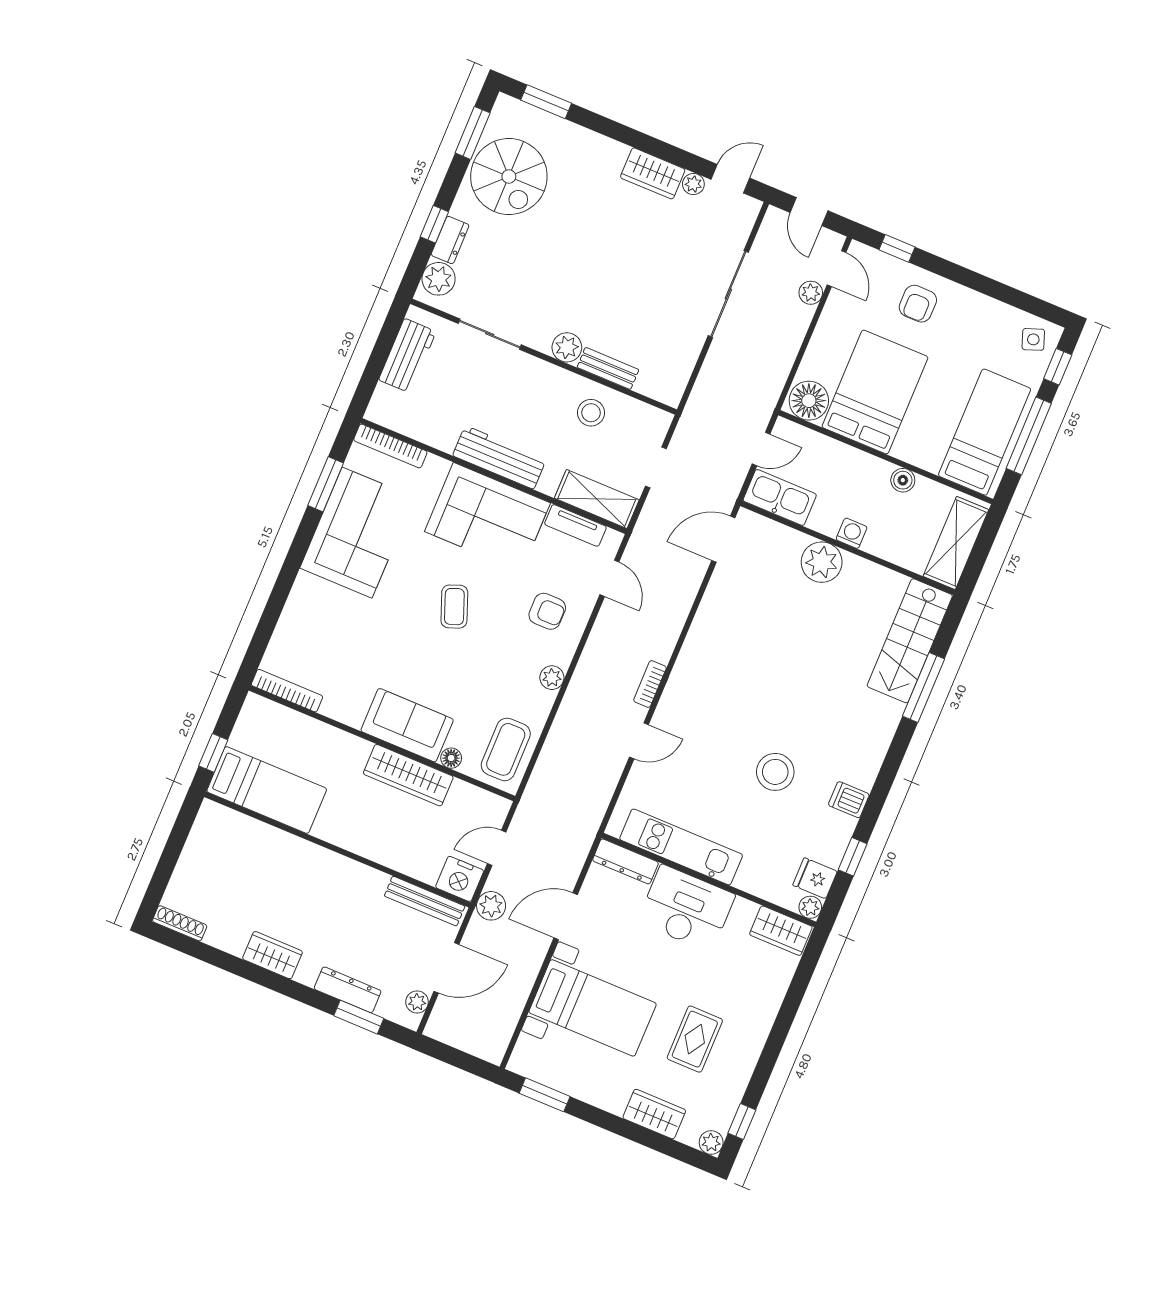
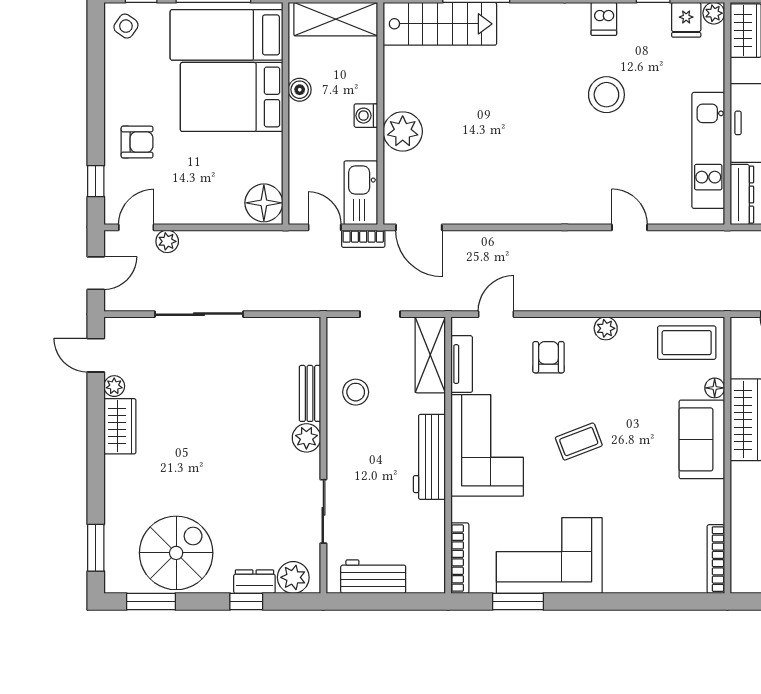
side table: (1033, 339) -> (126, 26), turned -35
bed: (875, 392) -> (232, 97), moved
bookcase: (650, 684) -> (363, 239), moved

